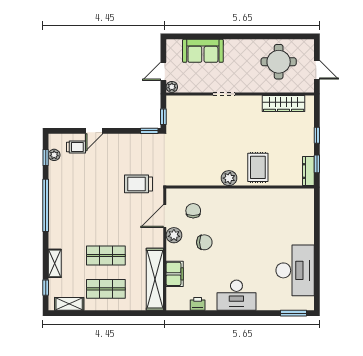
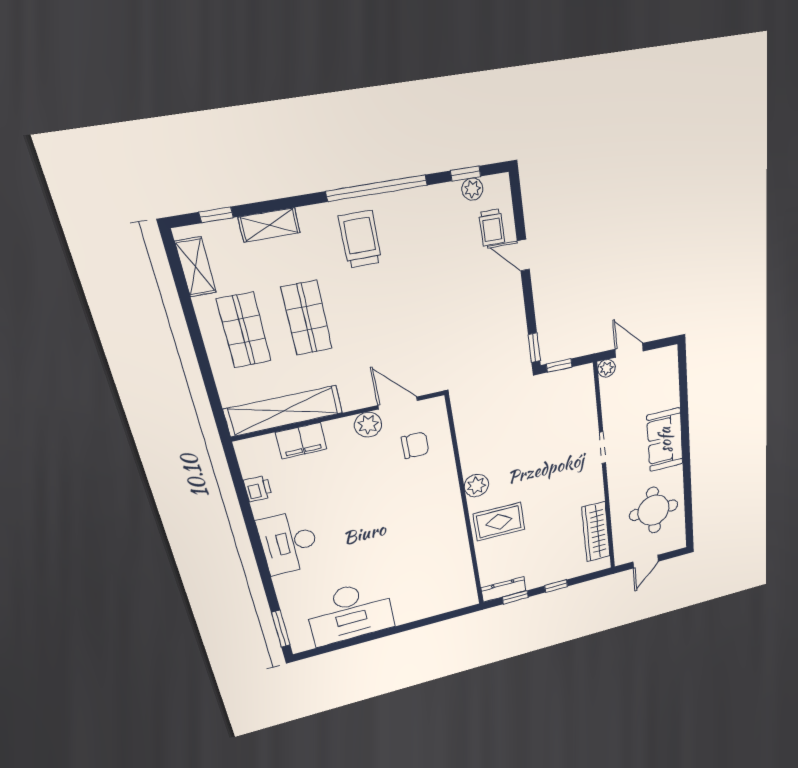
sofa: (203, 51) -> (665, 440), moved
trolley: (138, 184) -> (360, 239), moved
chair: (204, 242) -> (366, 474), removed

